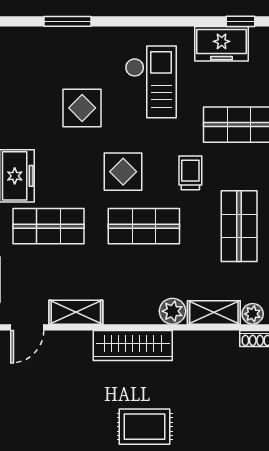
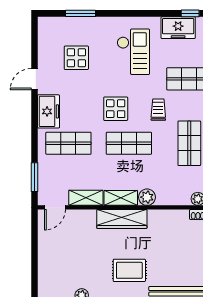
display table: (82, 108) -> (76, 58), moved
shelving: (214, 312) -> (121, 198), moved

